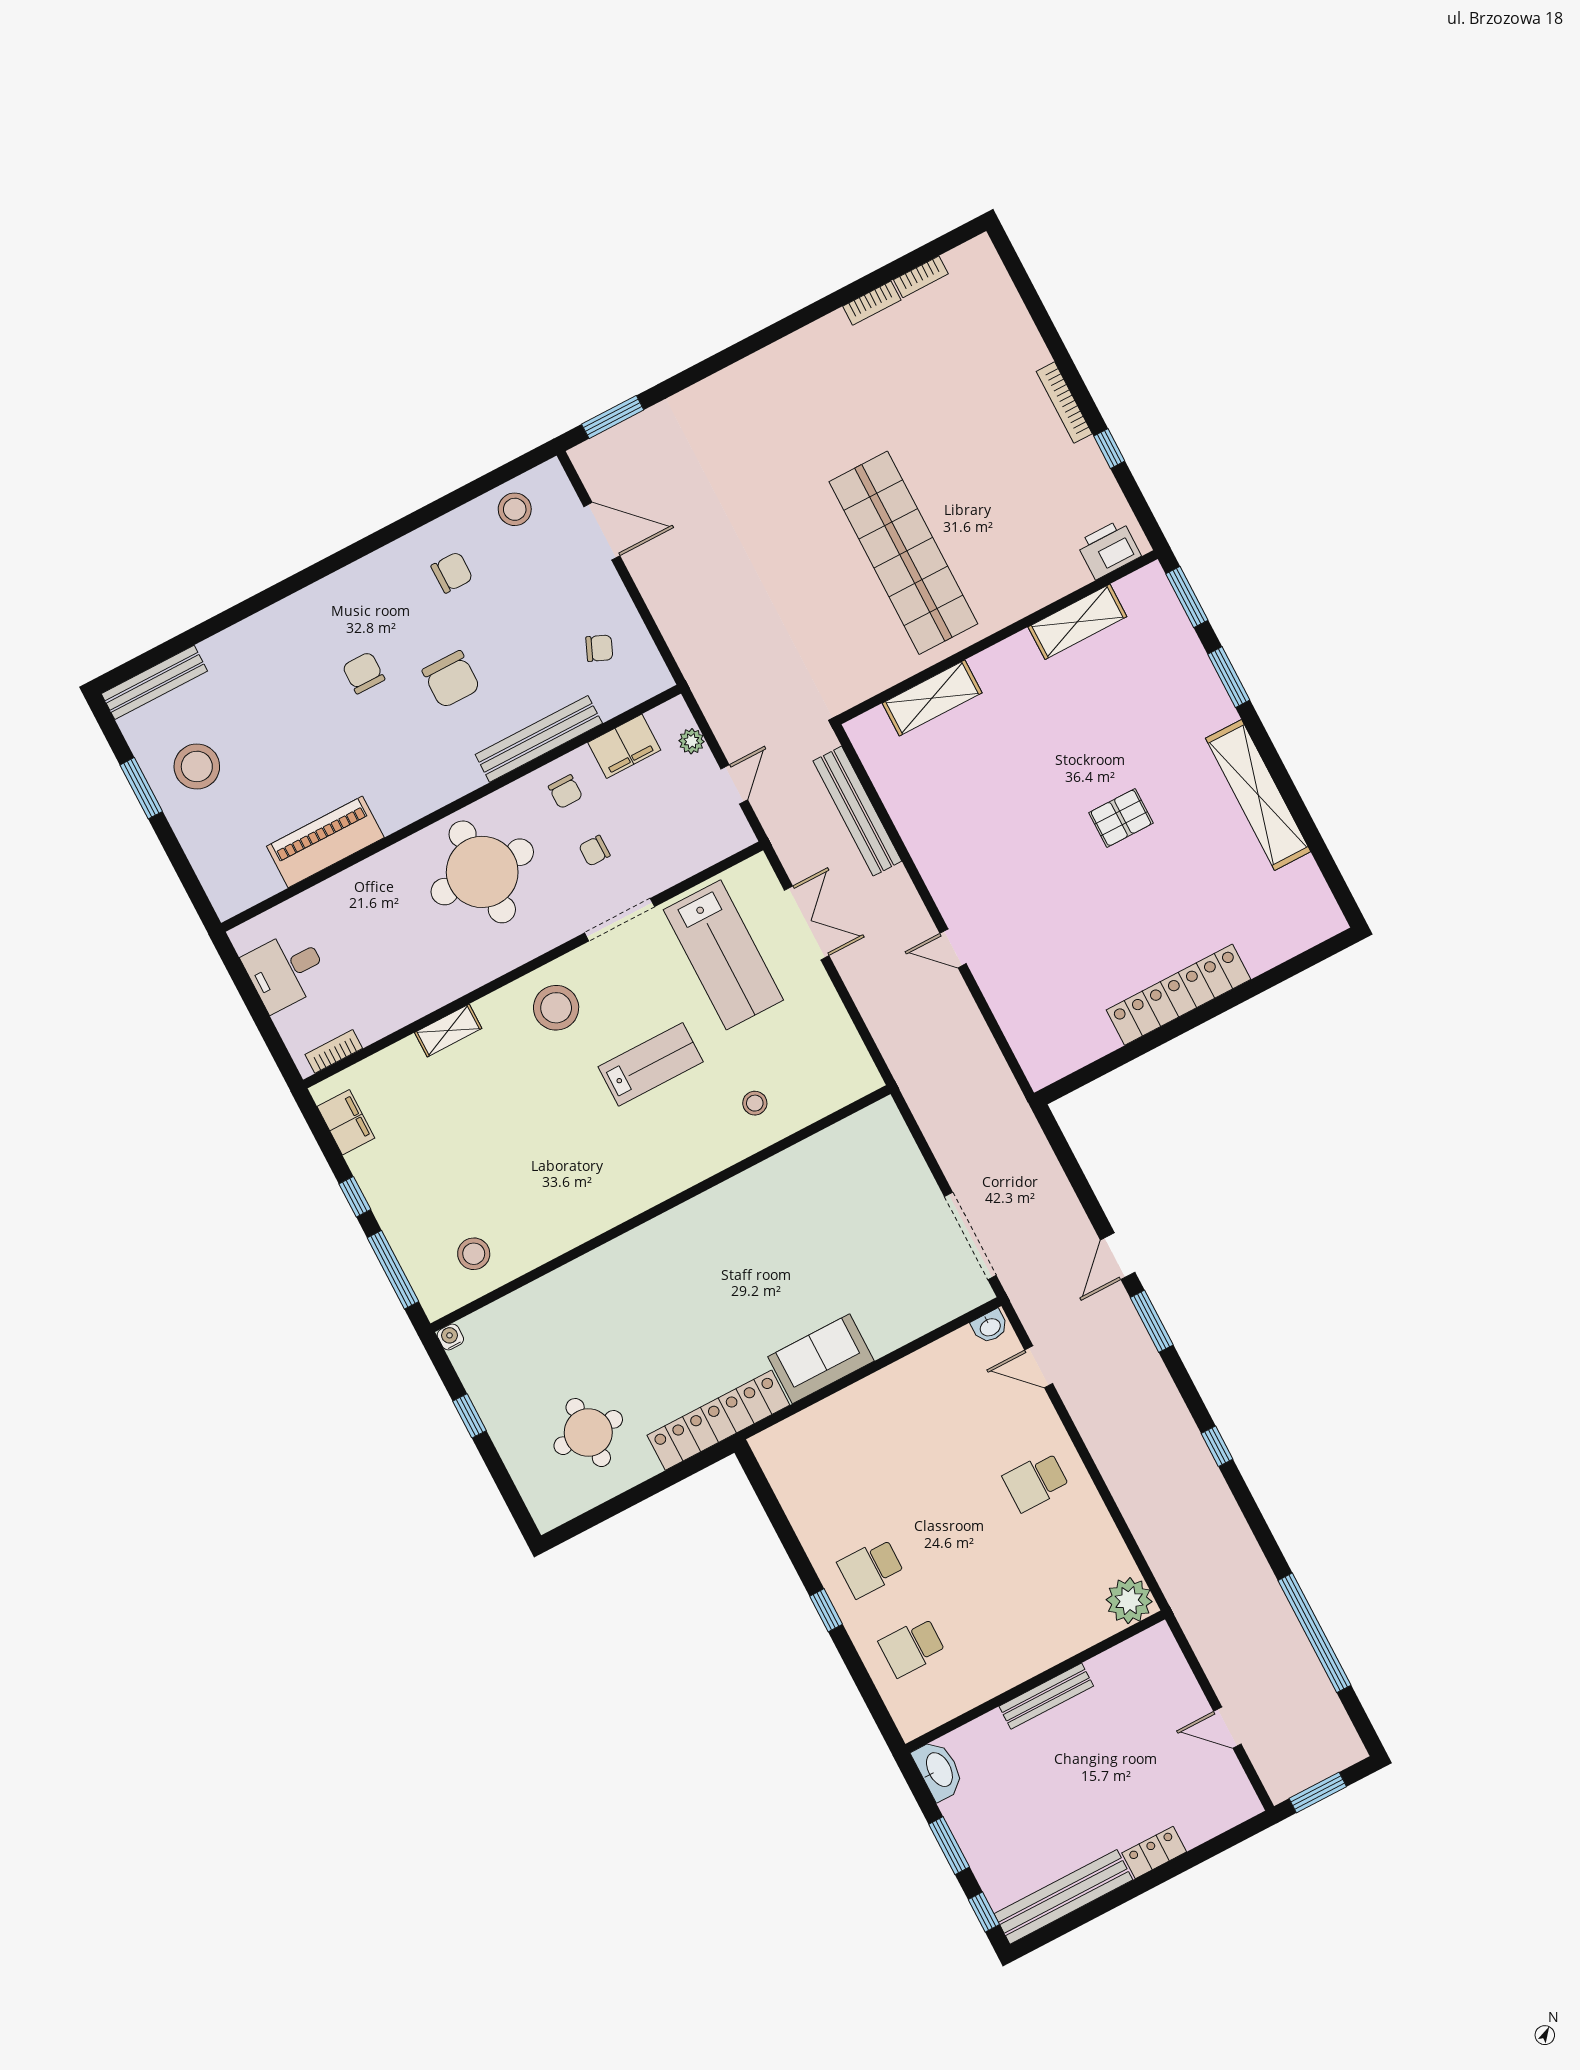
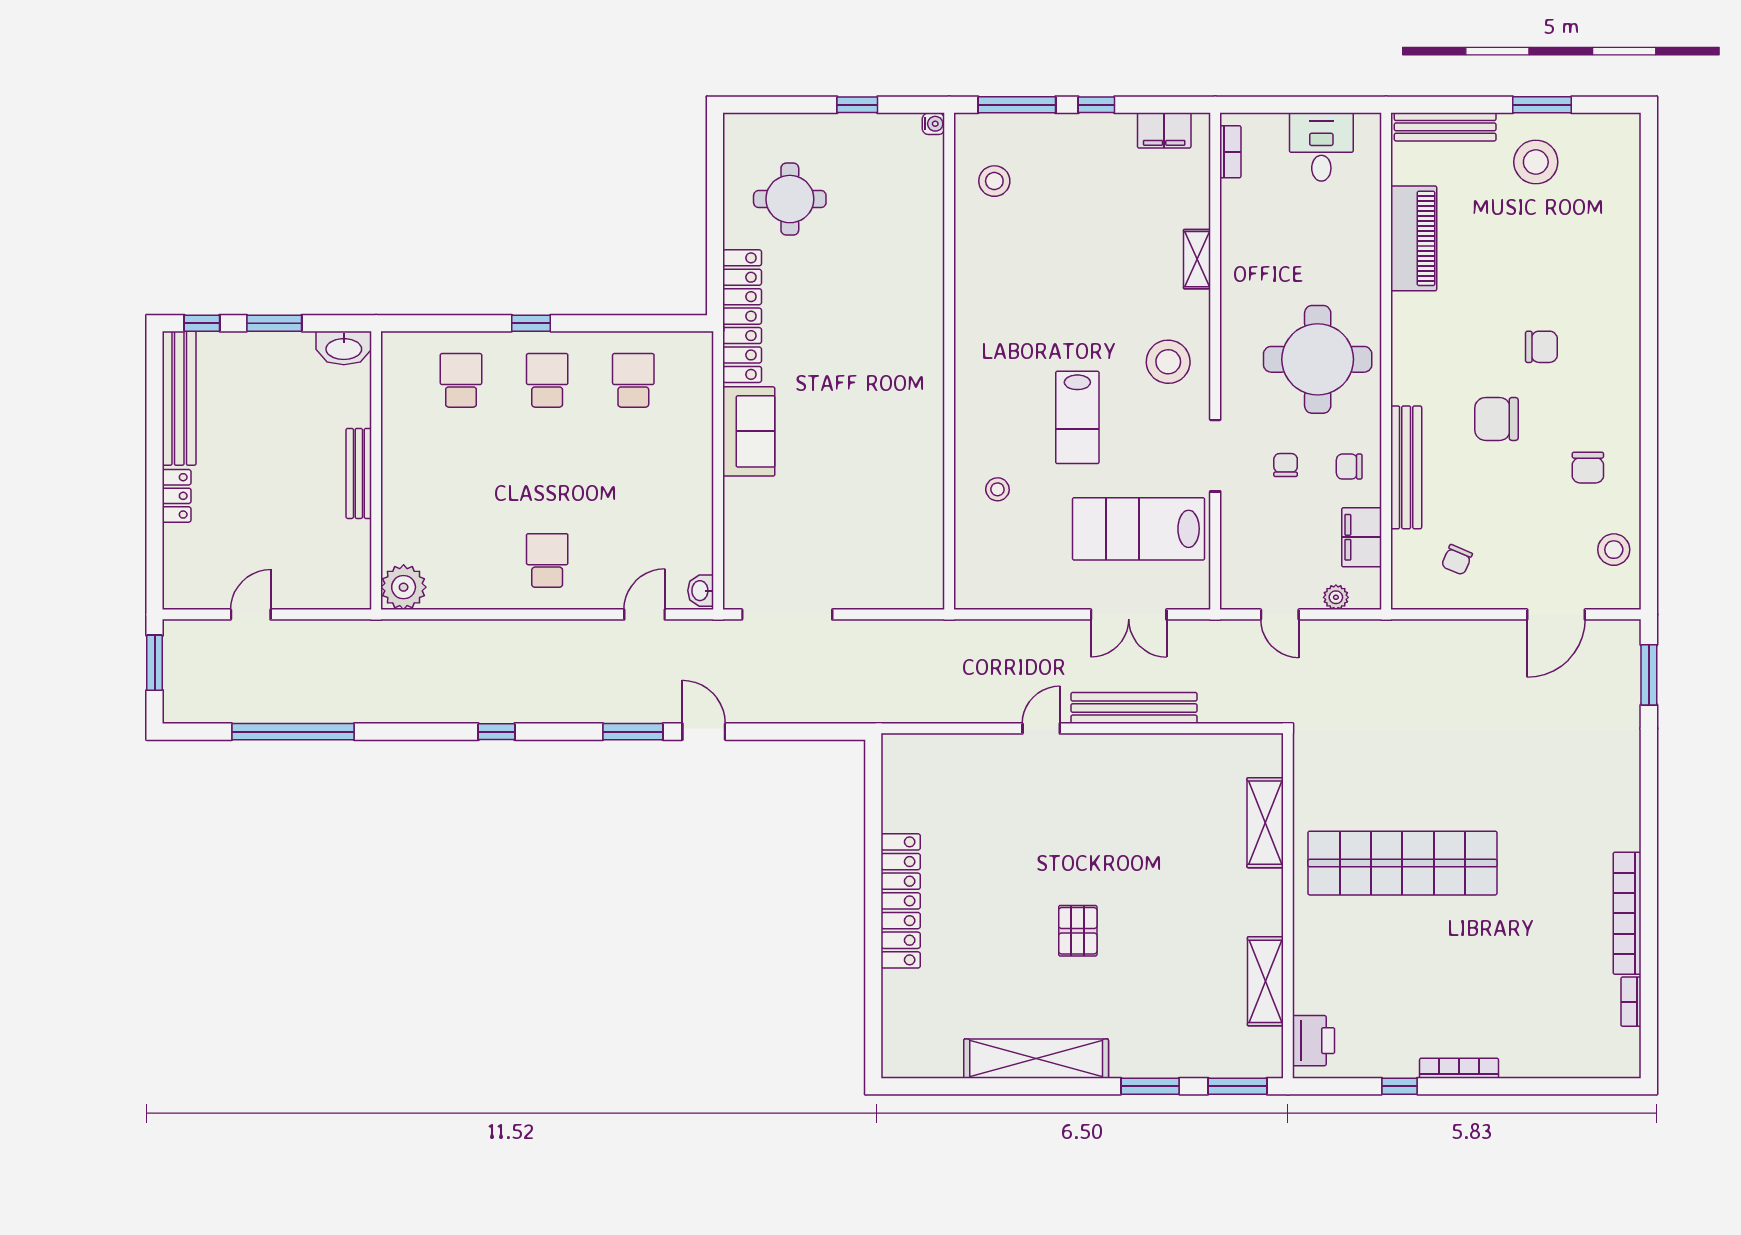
bookcase: (872, 303) -> (1627, 913), width x2.31, depth x1.31
bench: (154, 682) -> (1445, 127), moved, turned 90
bench: (857, 811) -> (1134, 708), moved
school desk: (829, 1489) -> (633, 380), added

